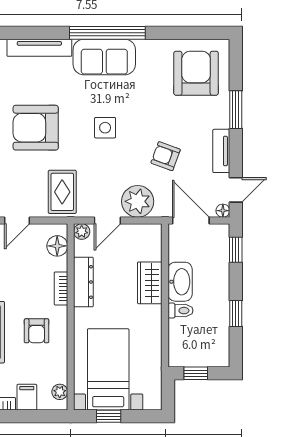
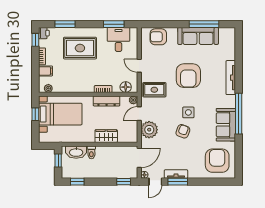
sofa: (104, 57) -> (226, 125), moved
armchair: (196, 73) -> (217, 161), turned -90
window: (236, 110) -> (178, 182), moved
armchair: (36, 128) -> (188, 76), turned 180
armchair: (166, 156) -> (183, 131), moved
door: (236, 190) -> (155, 182), hinge flipped
door: (107, 221) -> (139, 114), hinge flipped
washbasin: (180, 282) -> (76, 152), moved
window: (236, 314) -> (77, 182), moved
armchair: (37, 331) -> (81, 76), removed

